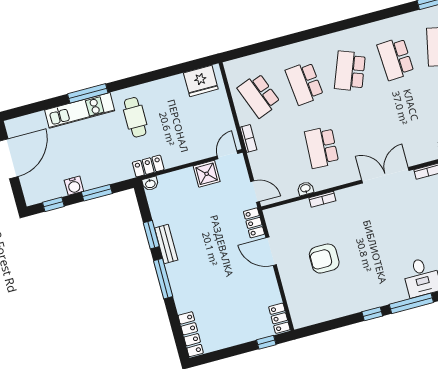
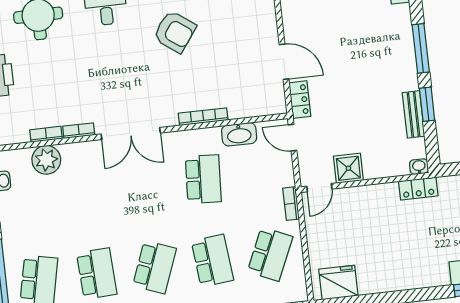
school desk: (259, 95) -> (270, 254), turned 45
cafe table: (135, 117) -> (425, 250), removed
washbasin: (305, 189) -> (239, 134), width x1.91, depth x1.45
bookcase: (322, 199) -> (203, 117), width x1.56
bench: (166, 244) -> (413, 114), moved
armchair: (324, 259) -> (175, 32), moved, turned 36

